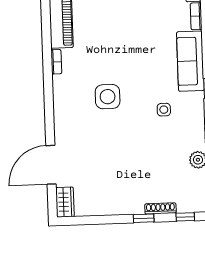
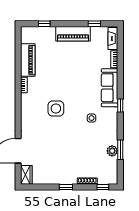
window: (144, 218) -> (66, 187), moved

